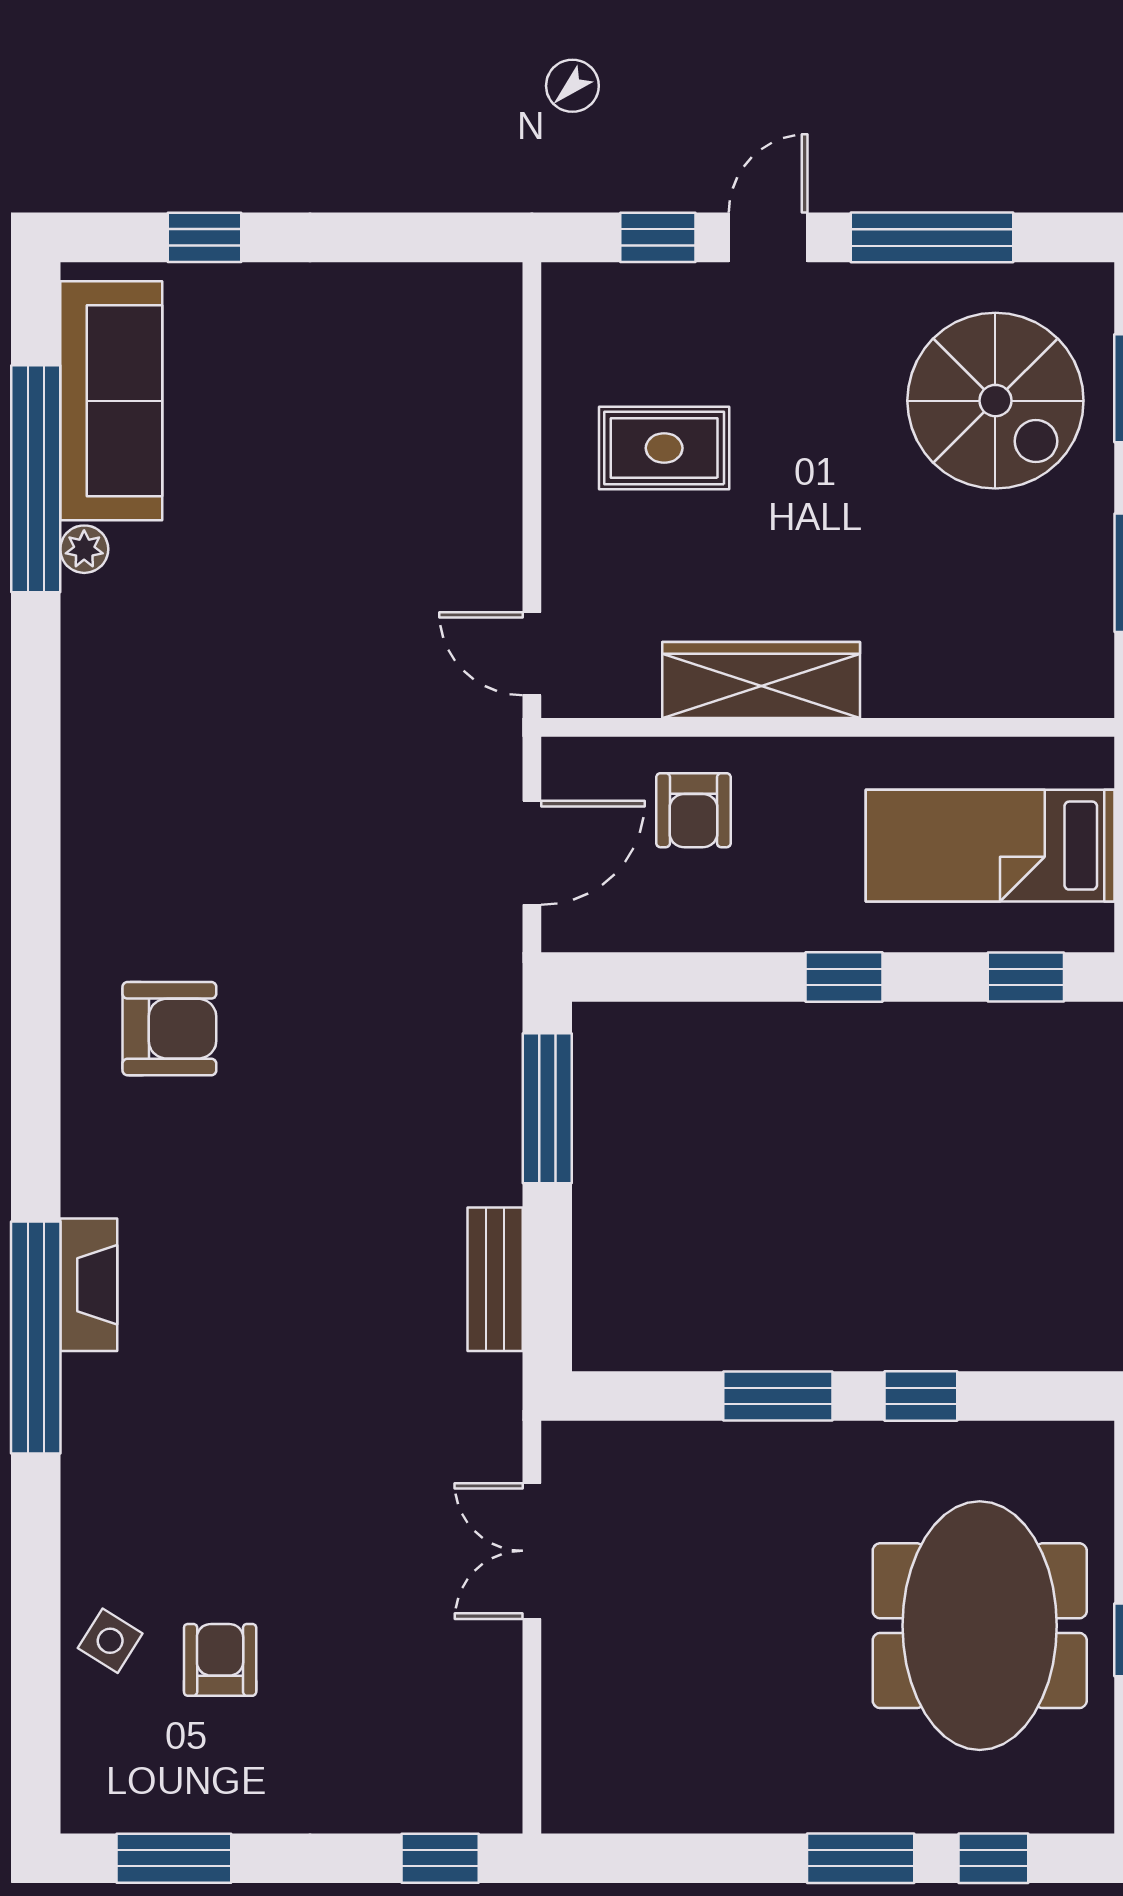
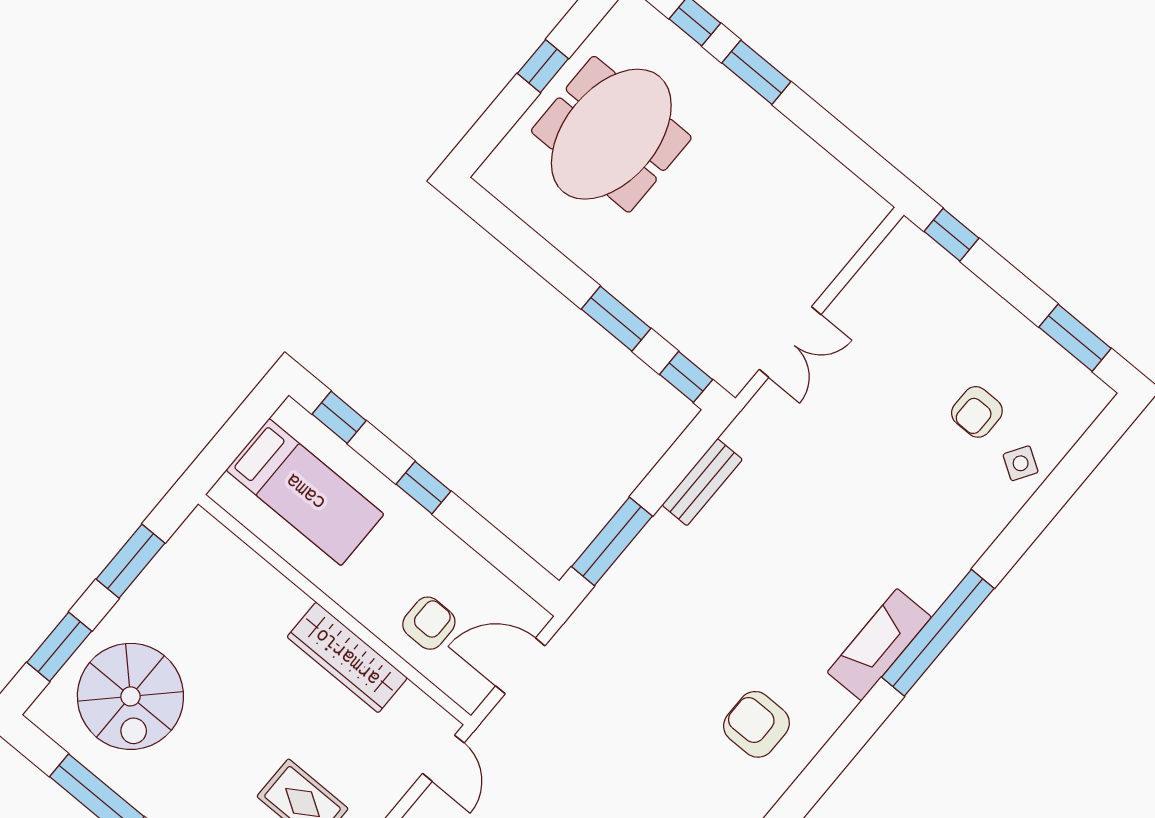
spiral stairs: (995, 401) -> (130, 696), turned 180
fireplace: (89, 1285) -> (879, 645), width x1.37, depth x1.32
window: (921, 1396) -> (686, 377), moved

